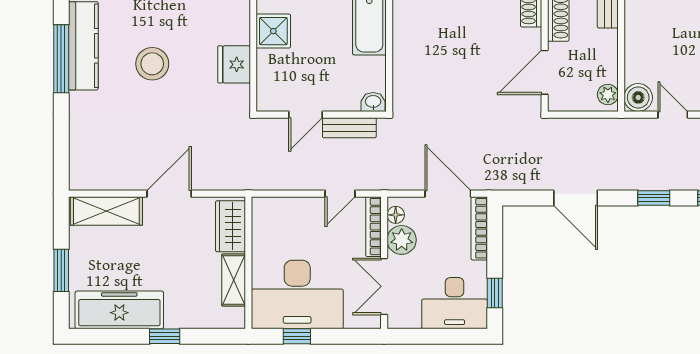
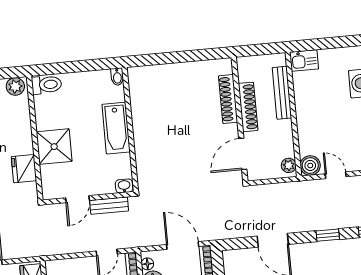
shower: (273, 31) -> (54, 147), width x1.36, depth x1.36

